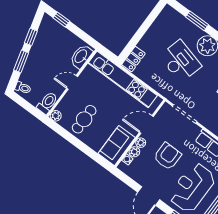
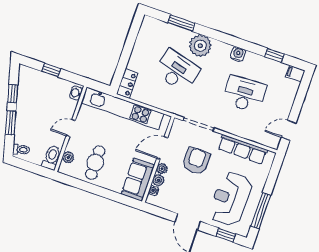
window: (61, 19) -> (51, 70), moved
washbasin: (81, 56) -> (76, 93), width x0.52, depth x0.69
plant: (56, 116) -> (68, 157), moved
armchair: (167, 156) -> (196, 161), moved

